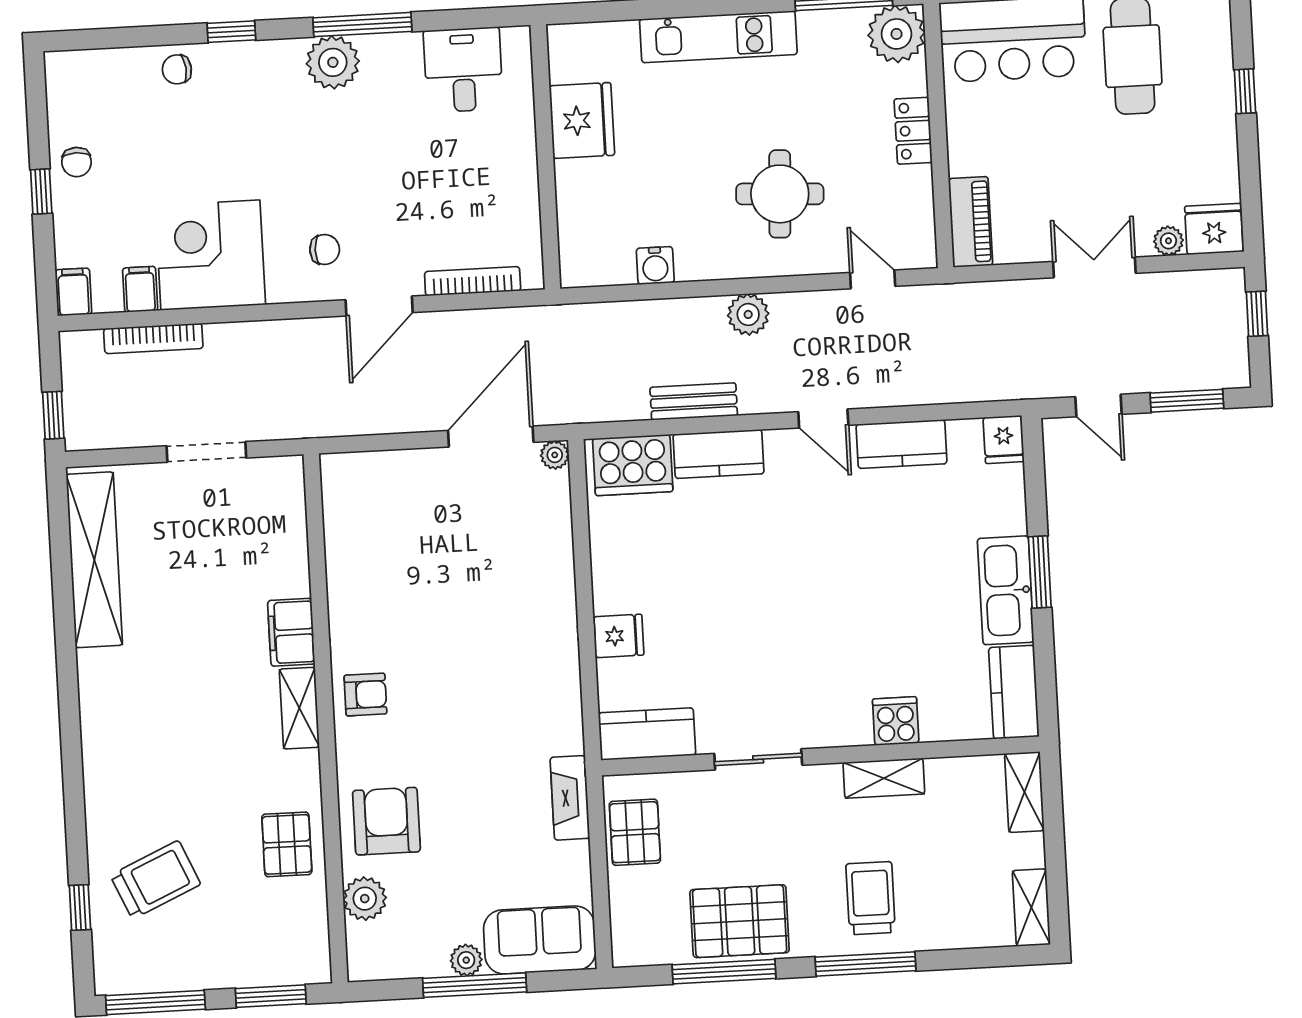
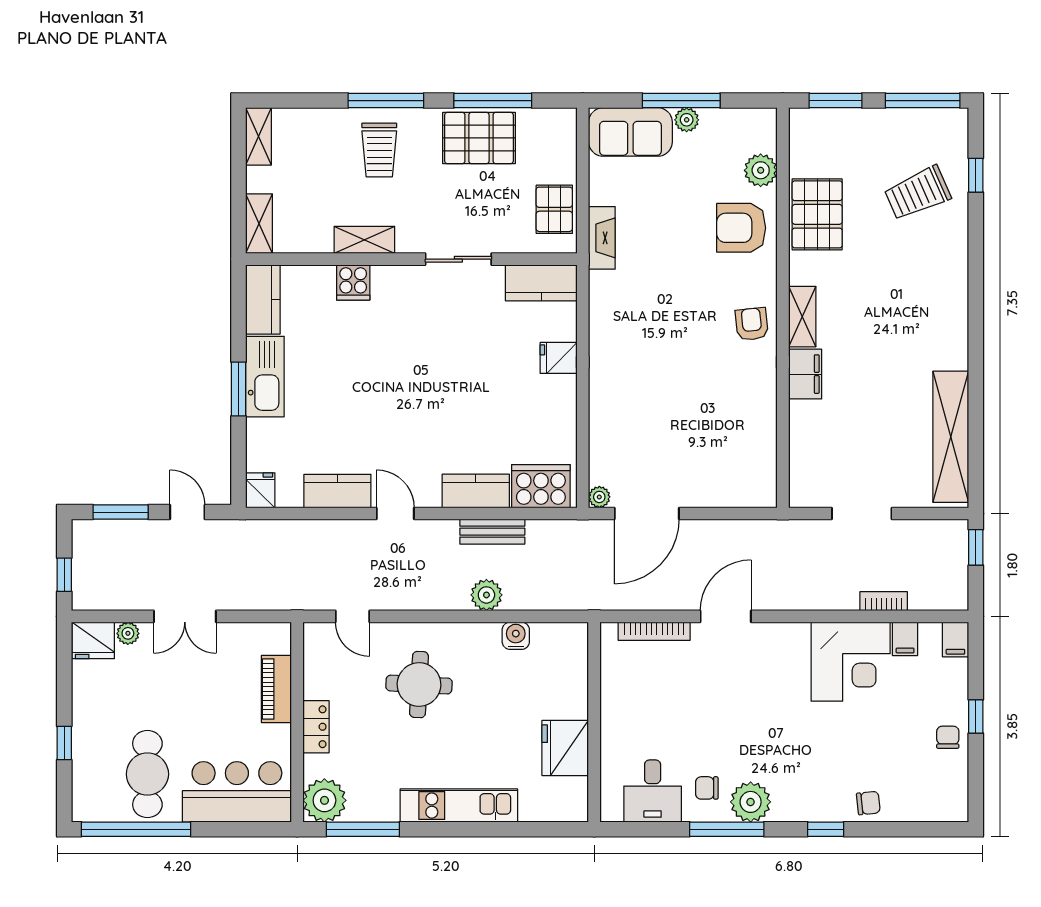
piano: (971, 222) -> (276, 689), moved
chair: (325, 250) -> (707, 788), moved
plant: (748, 314) -> (486, 595), moved
bookcase: (153, 338) -> (884, 601), width x0.64
armchair: (365, 695) -> (752, 324), turned 84
armchair: (386, 821) -> (741, 228), turned 90
pallet: (287, 844) -> (817, 214), width x1.50, depth x1.42

